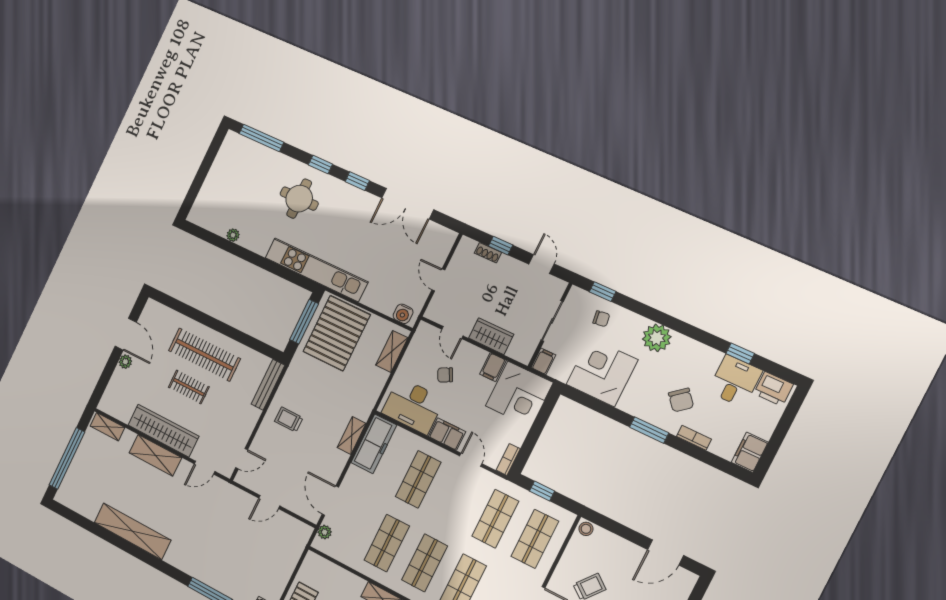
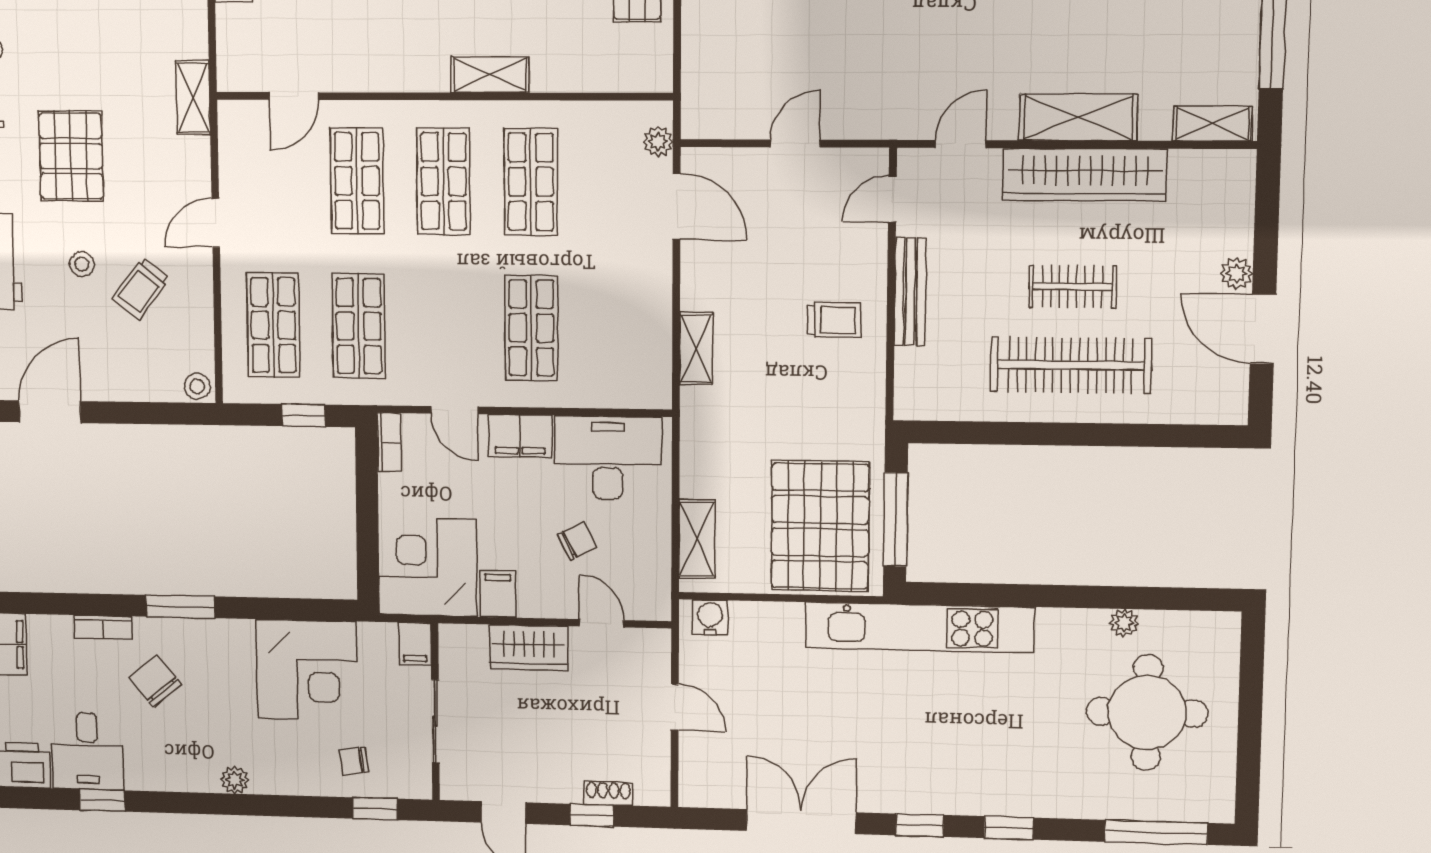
round table: (299, 199) -> (1147, 712), moved, width x1.36, depth x1.36
plant: (657, 338) -> (235, 780), width x0.53, depth x0.53
bench: (268, 385) -> (910, 292), moved
freezer: (374, 444) -> (646, 353), removed

